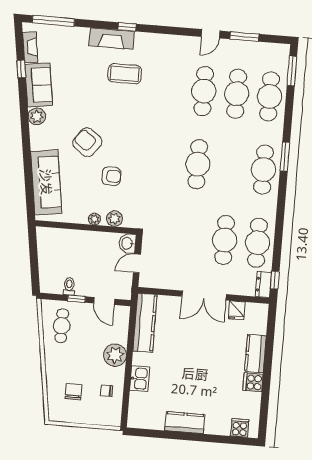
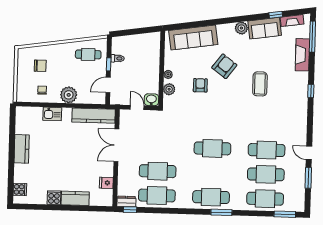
fireplace: (112, 39) -> (302, 55), moved
coffee table: (125, 74) -> (260, 84), moved
armchair: (111, 176) -> (200, 85), turned 180
double door: (204, 295) -> (116, 145), moved

